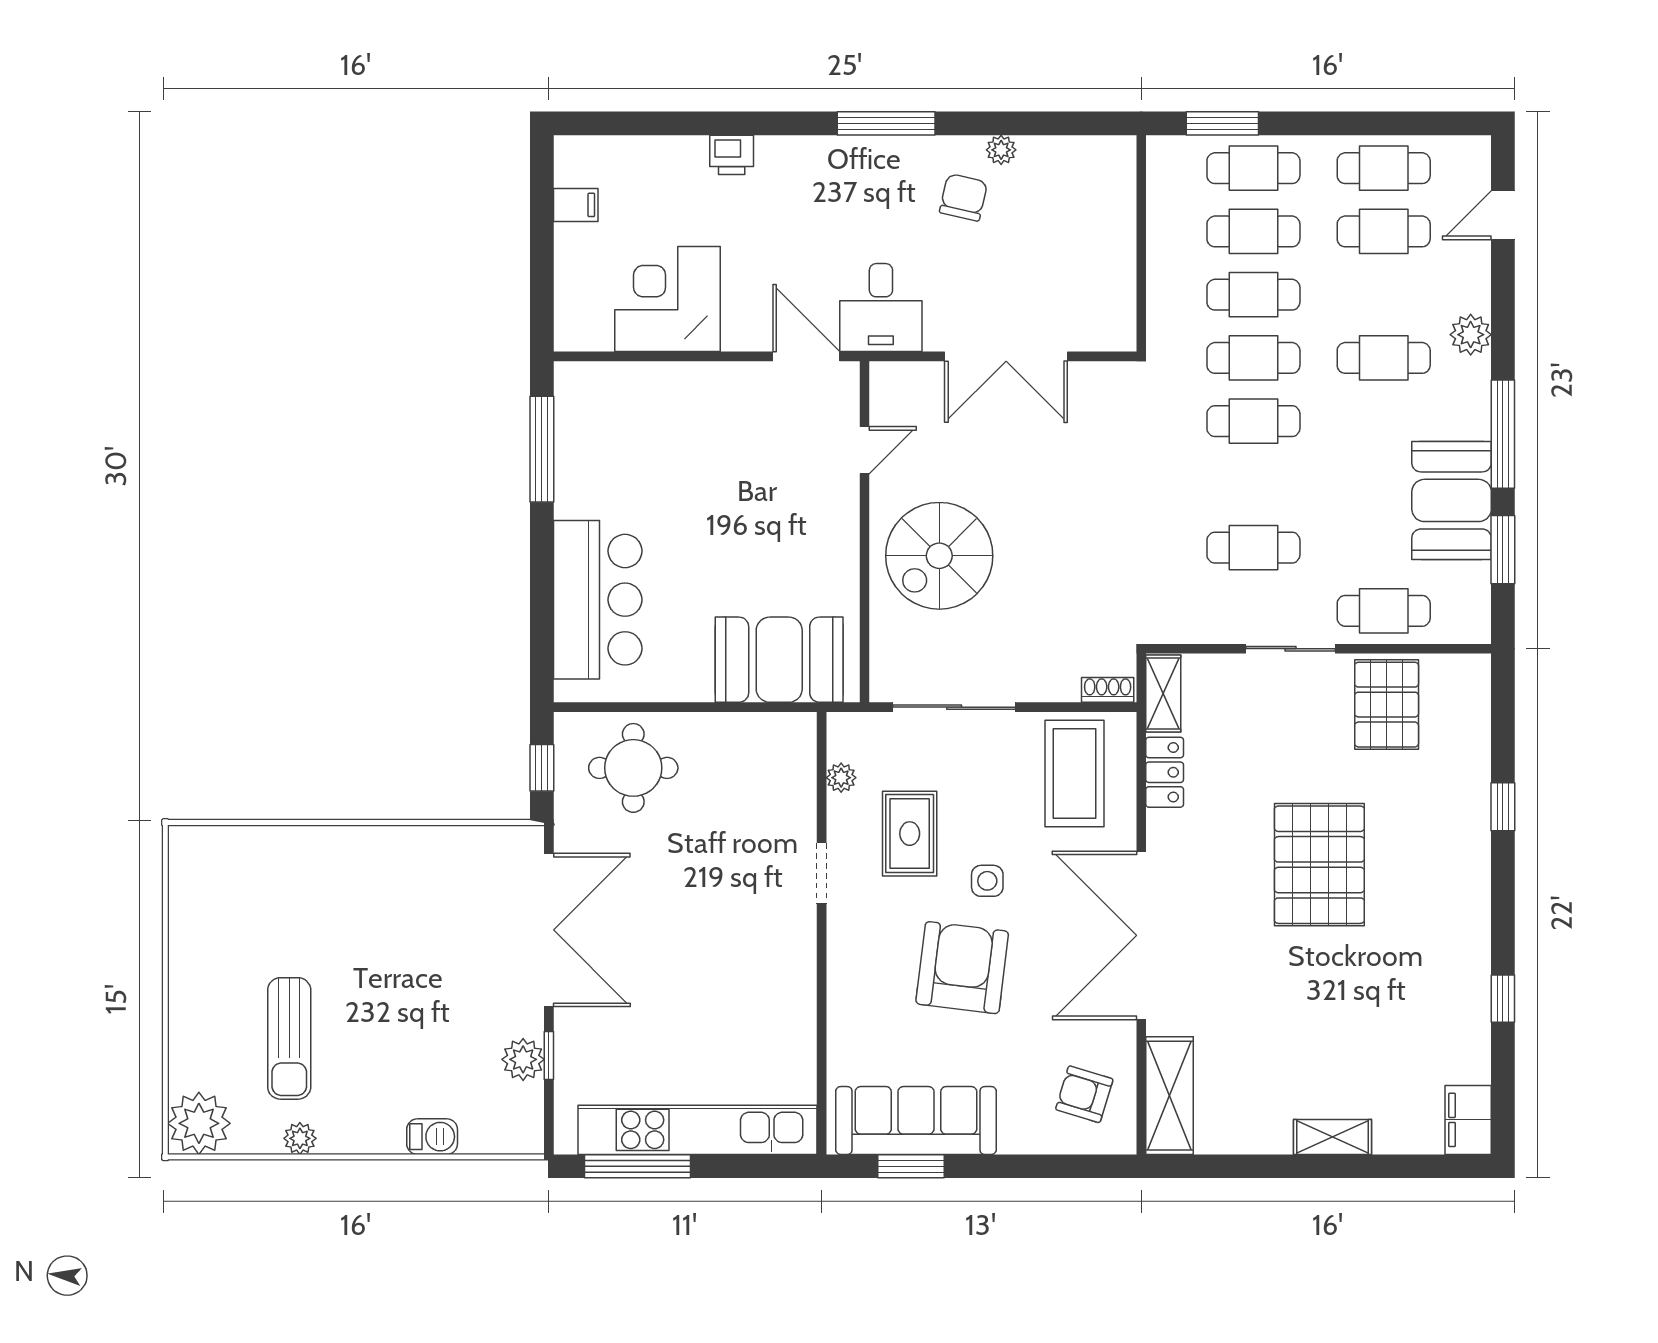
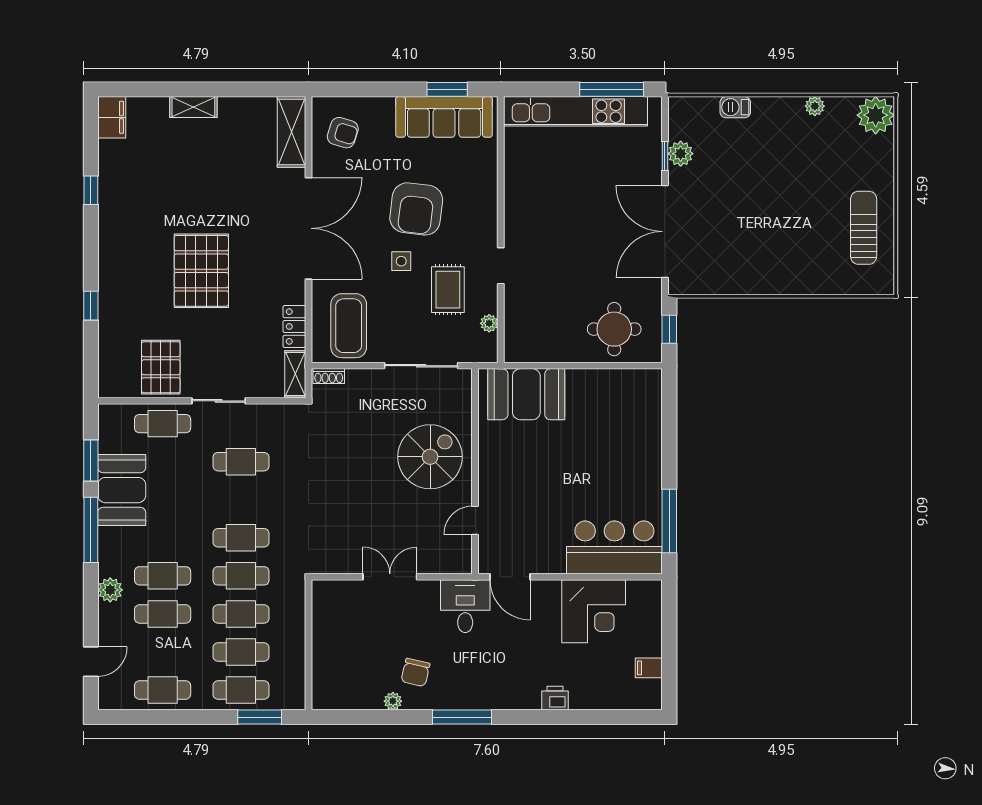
cafe table: (1384, 231) -> (163, 614), moved
double door: (1006, 356) -> (390, 577), width x0.73
bar counter: (598, 600) -> (614, 547), moved, turned 90
sun lounger: (289, 1038) -> (864, 228), moved

